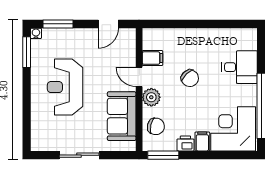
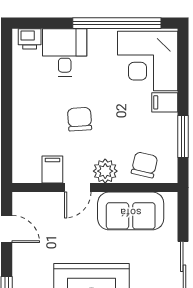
chair: (190, 78) -> (80, 119), turned -51
printer: (185, 143) -> (30, 39), moved, turned -90
window: (163, 155) -> (183, 136), moved

